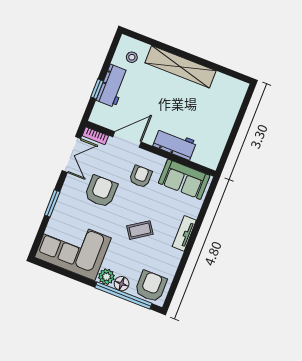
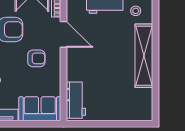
workbench: (175, 144) -> (76, 100), moved
sofa: (184, 179) -> (40, 109), moved, turned 90

